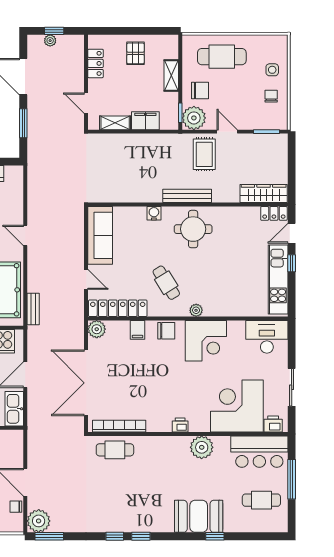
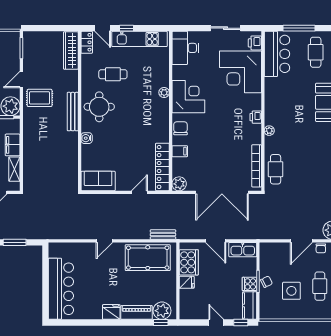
sofa: (100, 235) -> (98, 181), width x0.73
cafe table: (166, 283) -> (113, 74), moved, turned 32
plant: (196, 310) -> (164, 92), moved
plant: (202, 447) -> (269, 131), moved, width x0.53, depth x0.53

